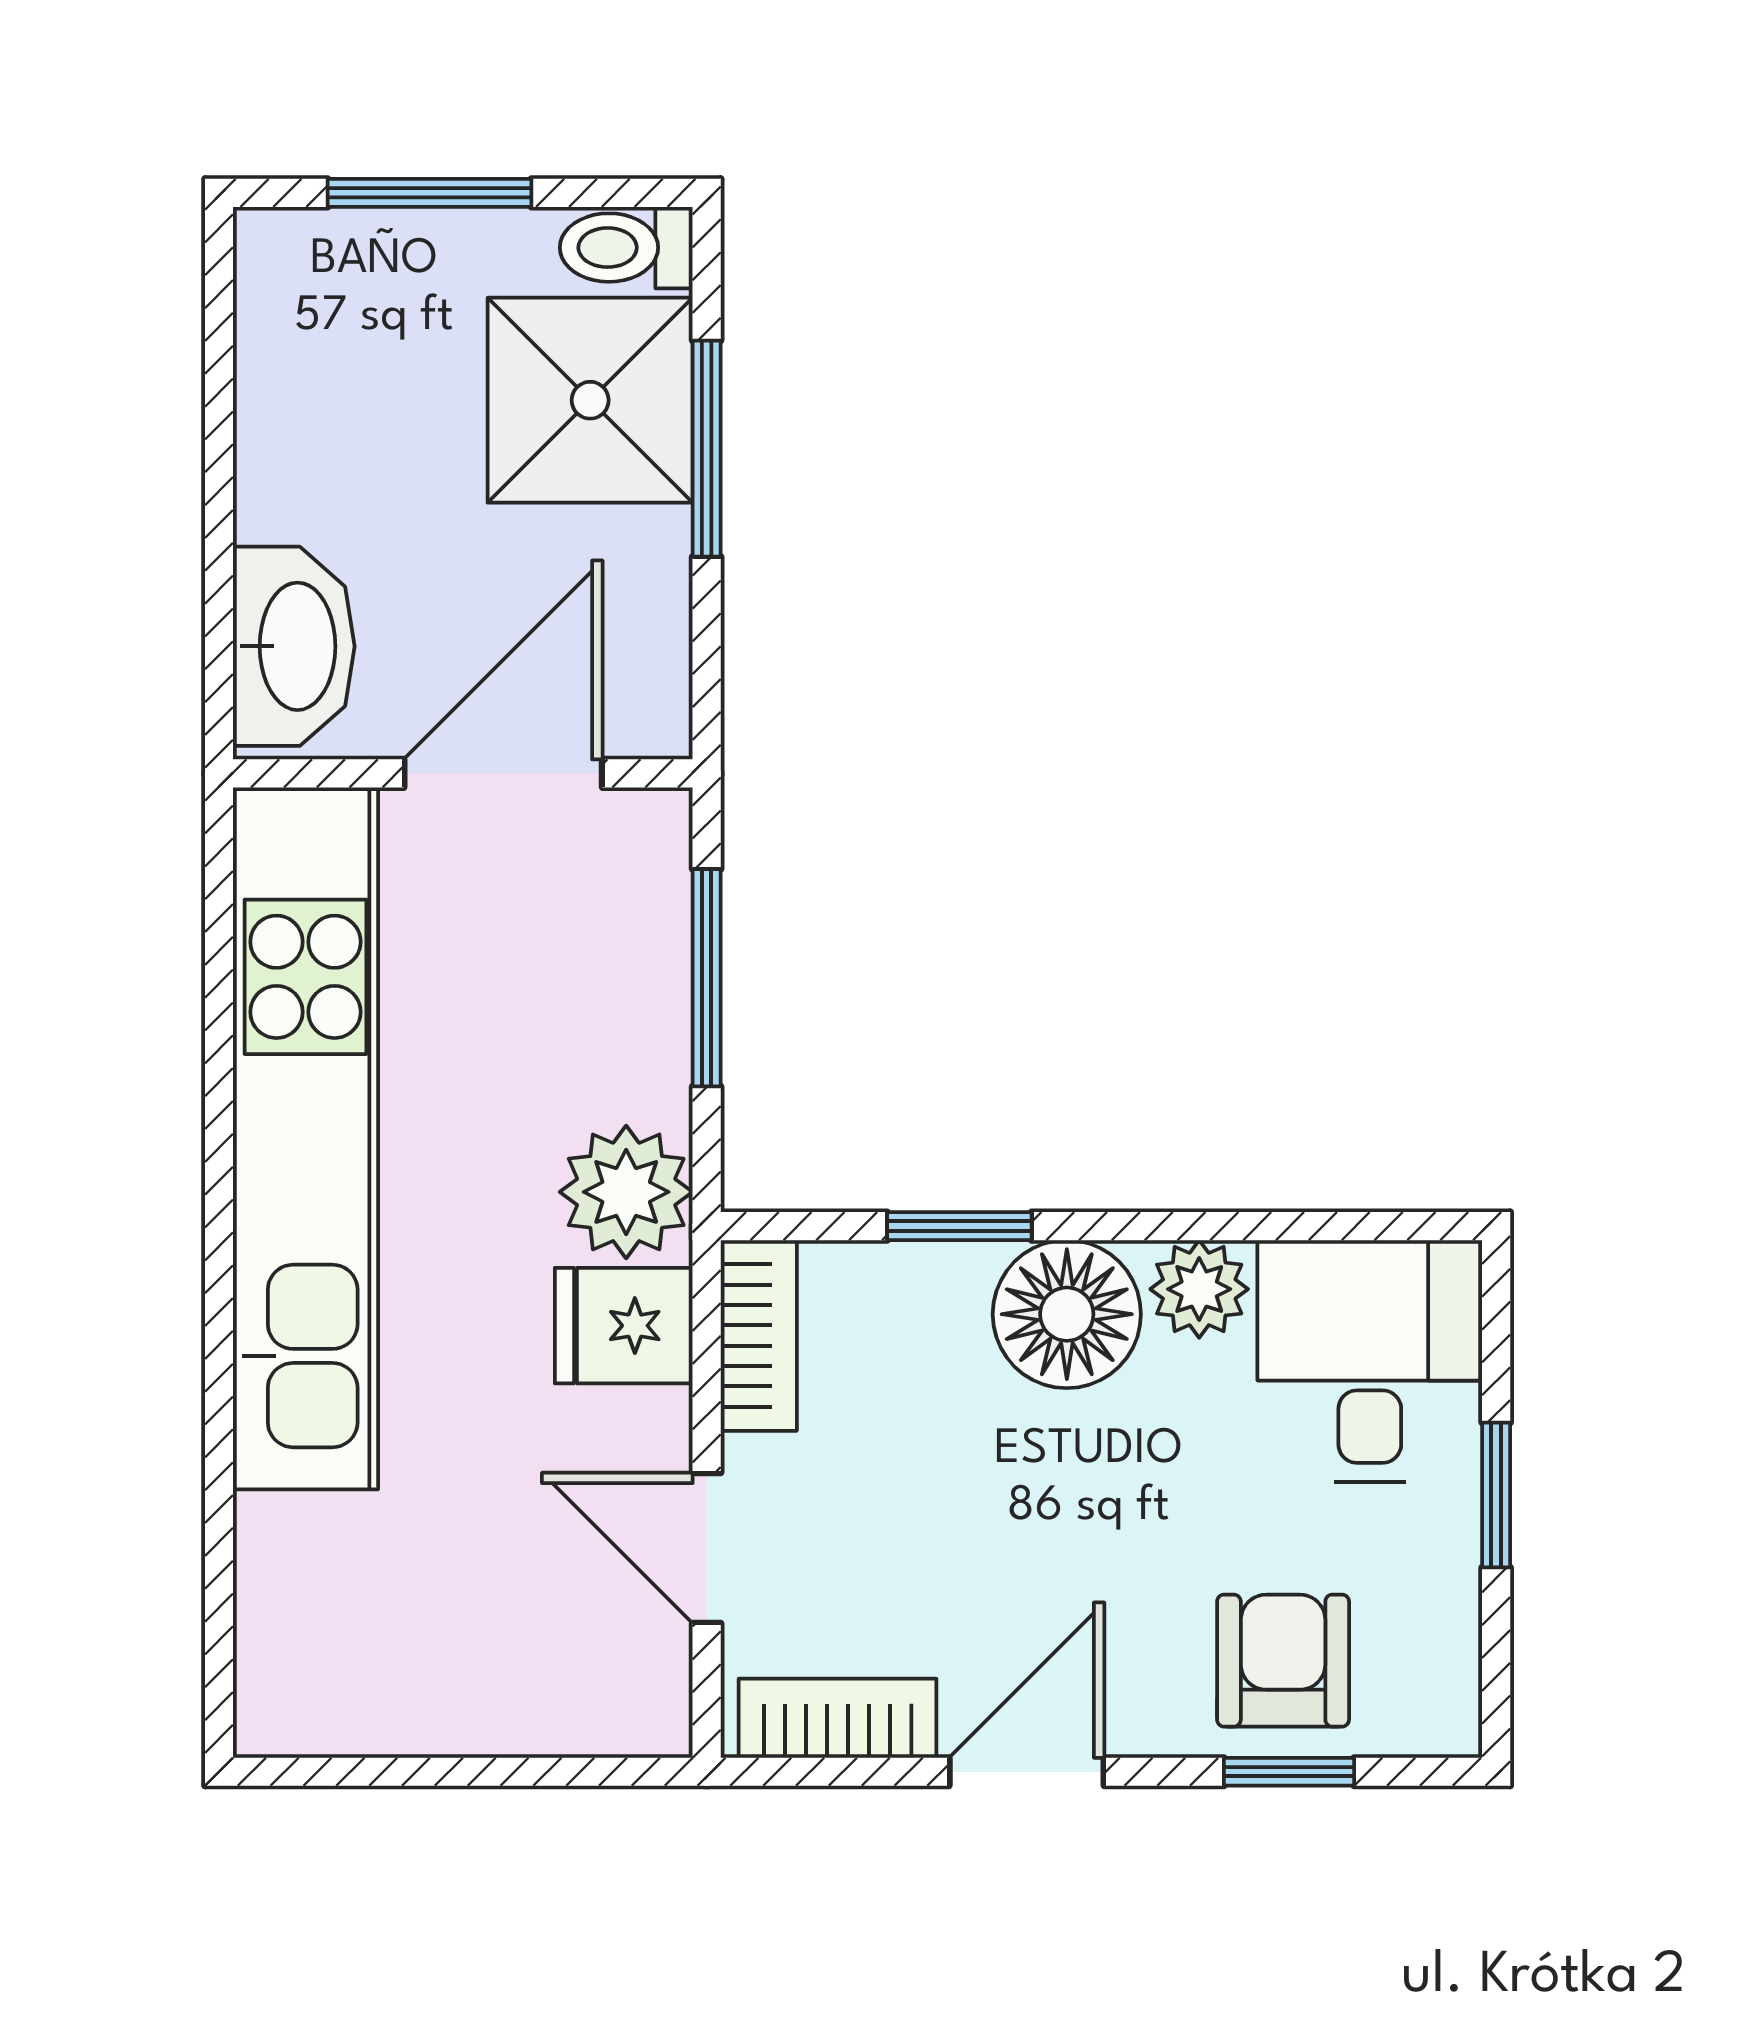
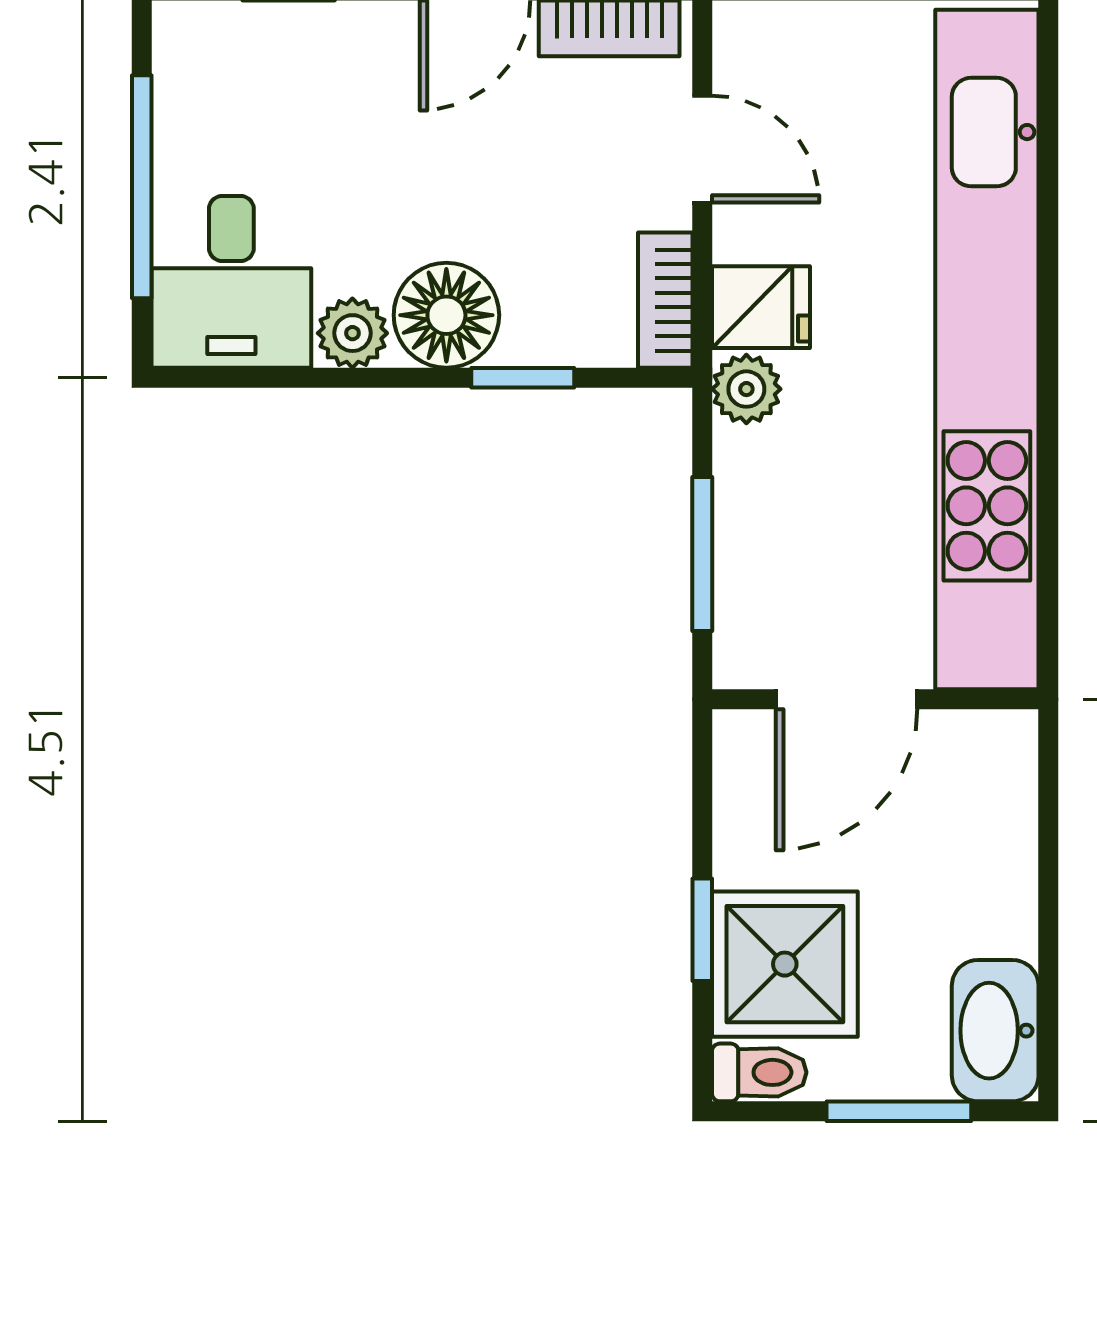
window: (707, 449) -> (702, 930), width x0.67
washbasin: (294, 646) -> (995, 1031), moved
kitchen unit: (305, 1138) -> (987, 350), width x1.36
plant: (626, 1192) -> (746, 389), width x0.73, depth x0.73
window: (1496, 1495) -> (142, 187), width x2.17
armchair: (1283, 1661) -> (293, 69), removed

